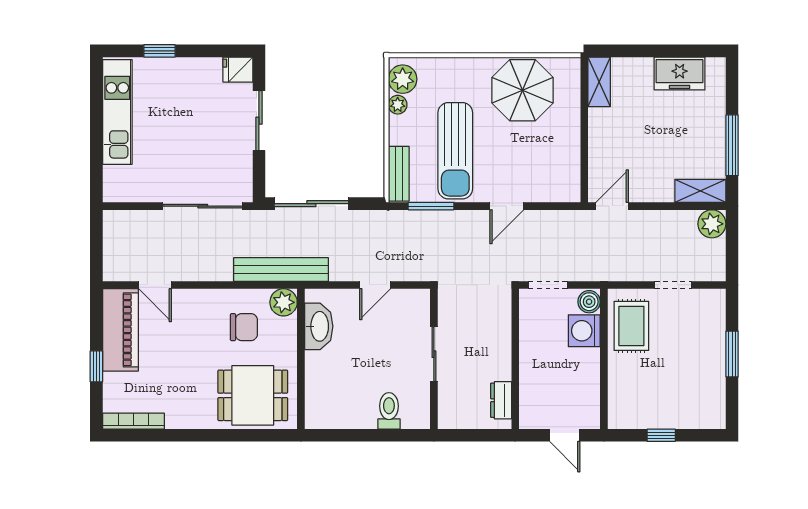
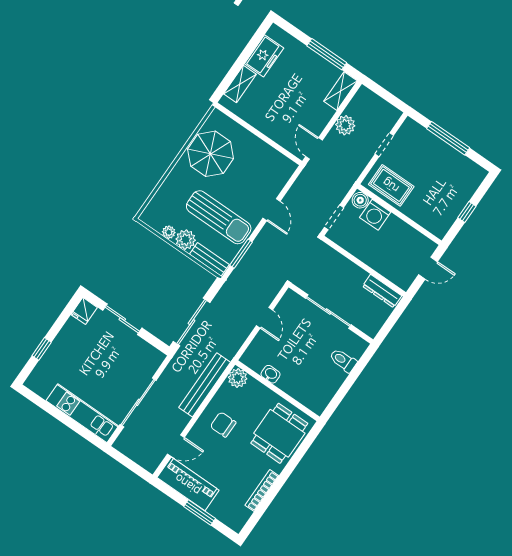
plant: (403, 79) -> (186, 240), moved
shelving: (599, 82) -> (240, 84), moved, turned 90
kitchen unit: (117, 112) -> (82, 413), moved
sliding door: (203, 206) -> (138, 402), moved
plant: (712, 224) -> (345, 125), moved
bench: (281, 269) -> (205, 385), moved
washbasin: (319, 326) -> (270, 374), width x0.52, depth x0.69
chair: (244, 327) -> (223, 425), moved, turned -90
sliding door: (434, 354) -> (328, 311), width x1.37
window: (732, 354) -> (448, 138), width x1.44
window: (96, 366) -> (200, 512), width x1.50
dresser: (501, 400) -> (382, 291), width x1.44
bookcase: (133, 421) -> (262, 490), moved

